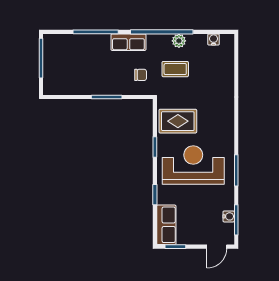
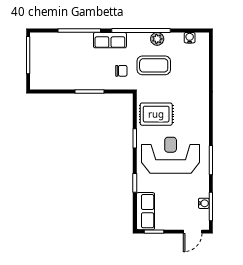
coffee table: (175, 69) -> (154, 65), width x1.36, depth x1.30

